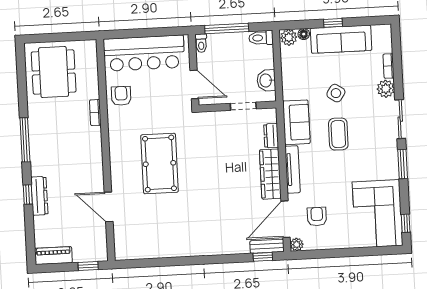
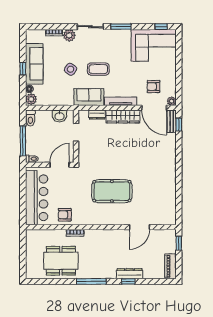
dining table: (54, 72) -> (61, 261), moved

